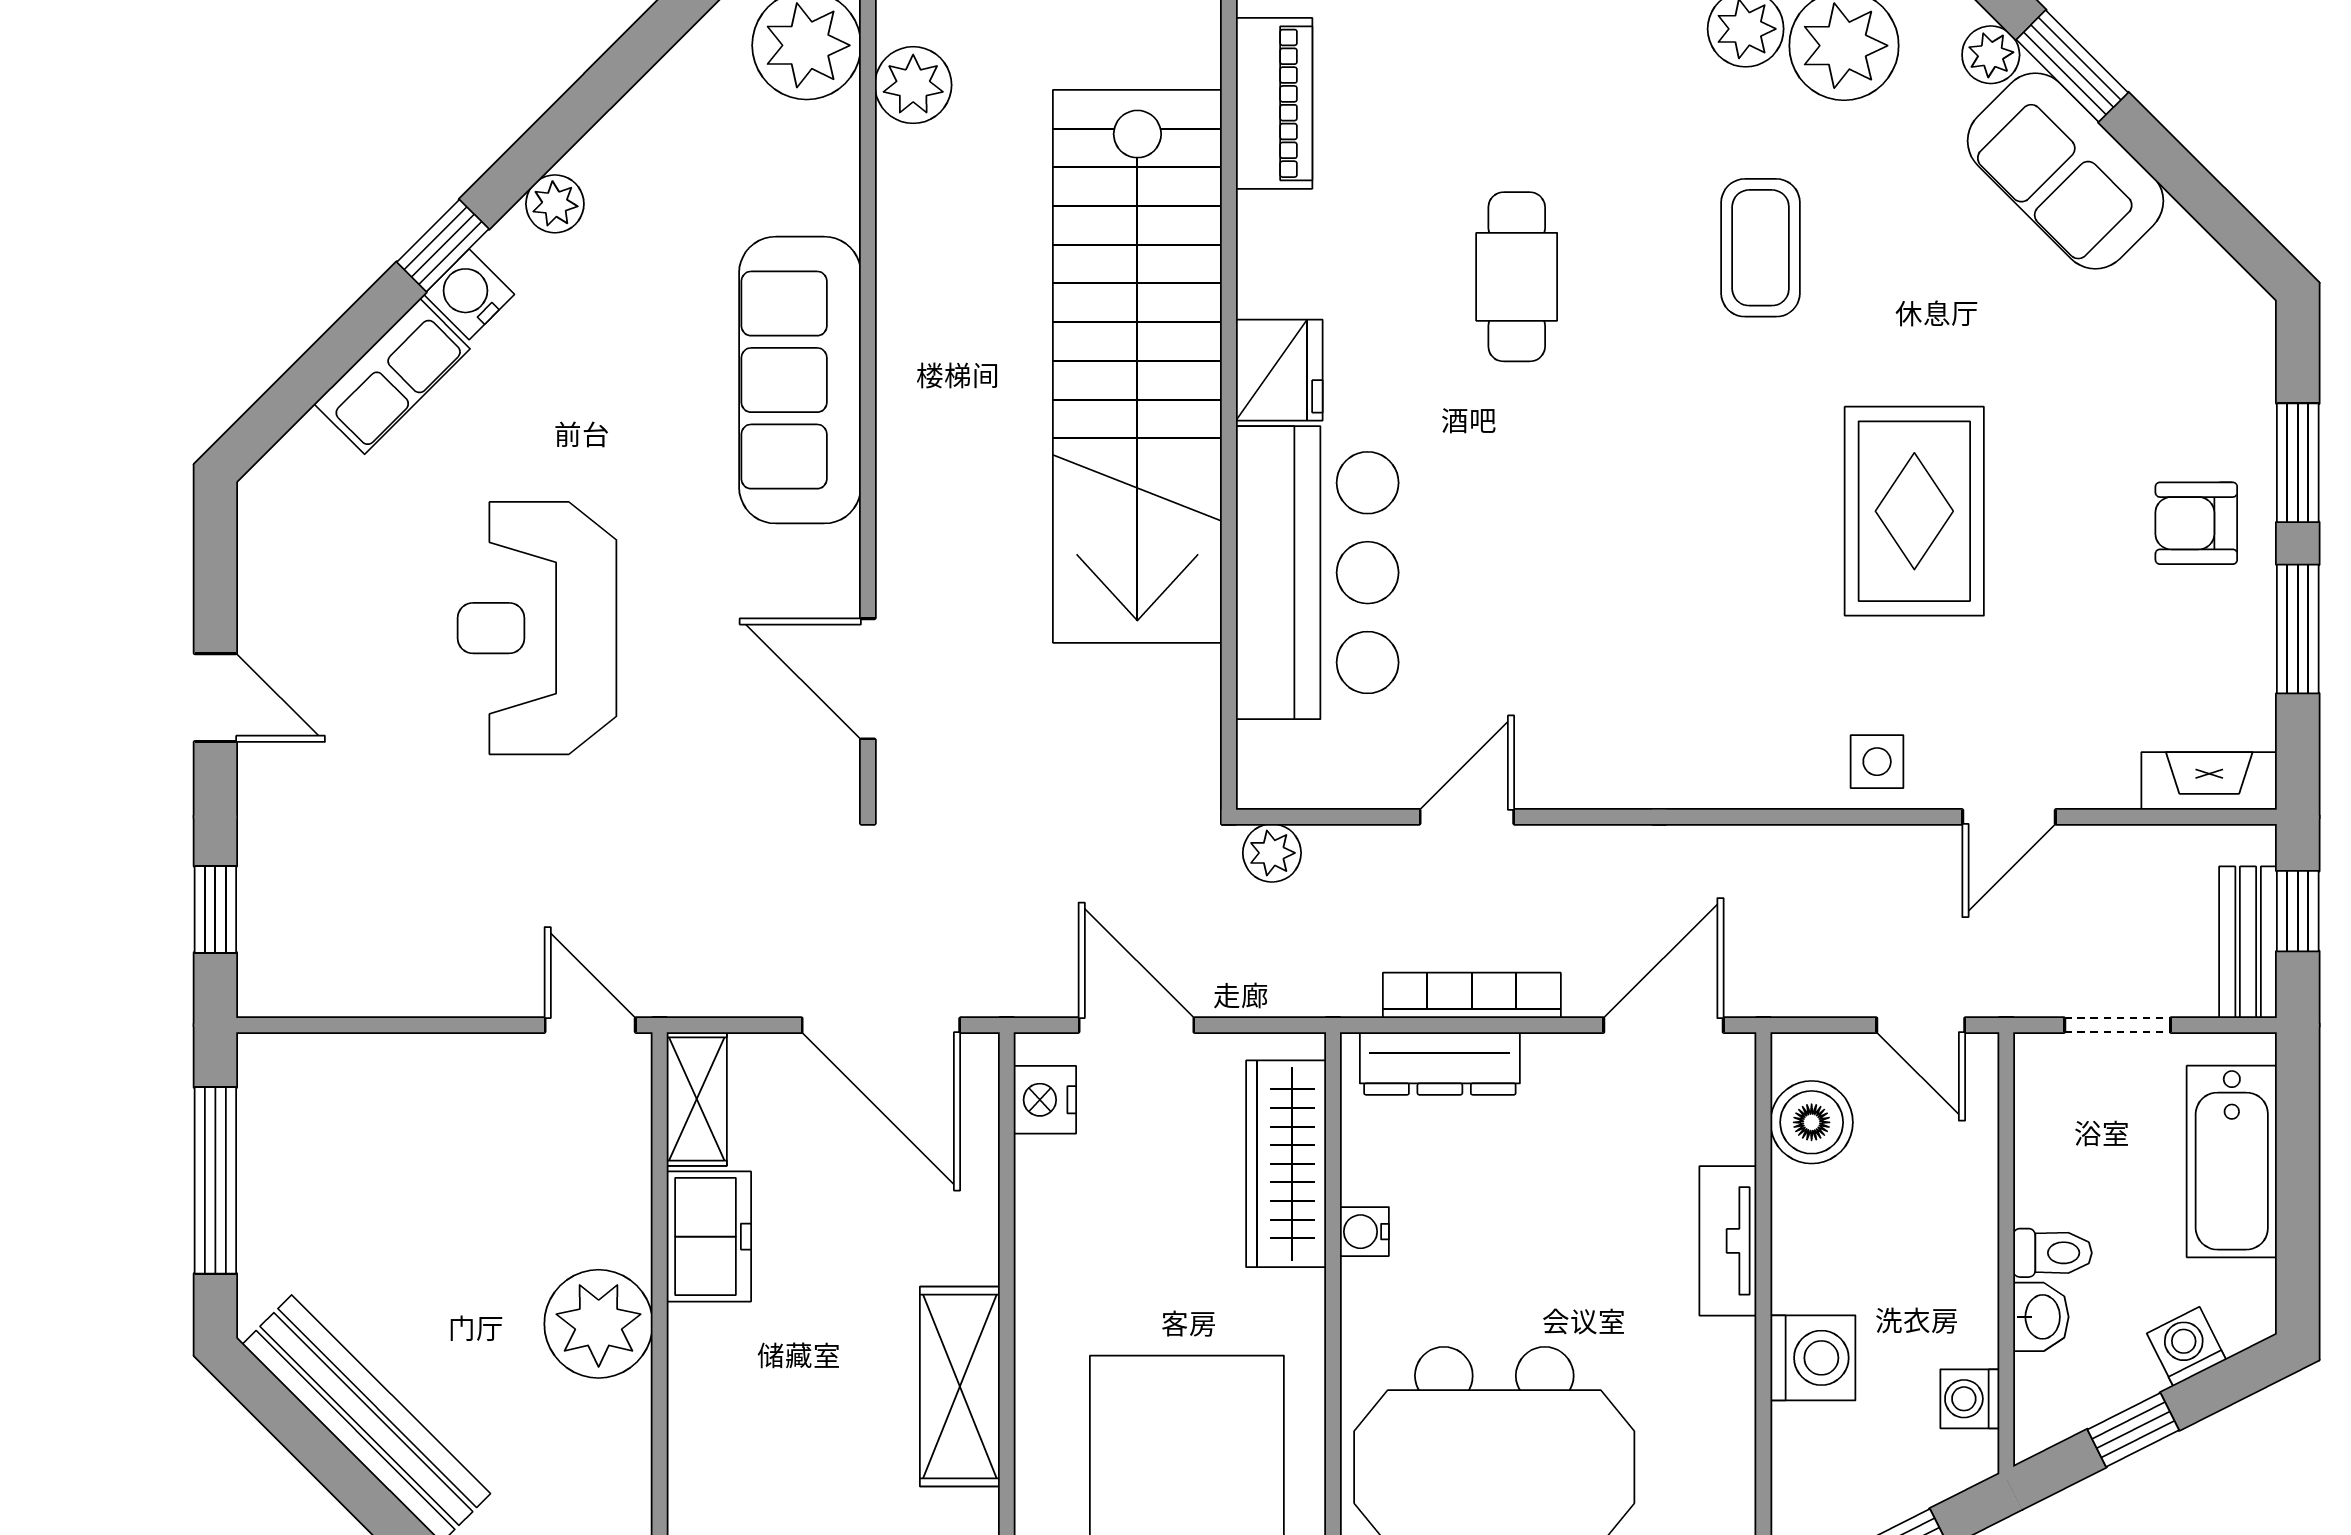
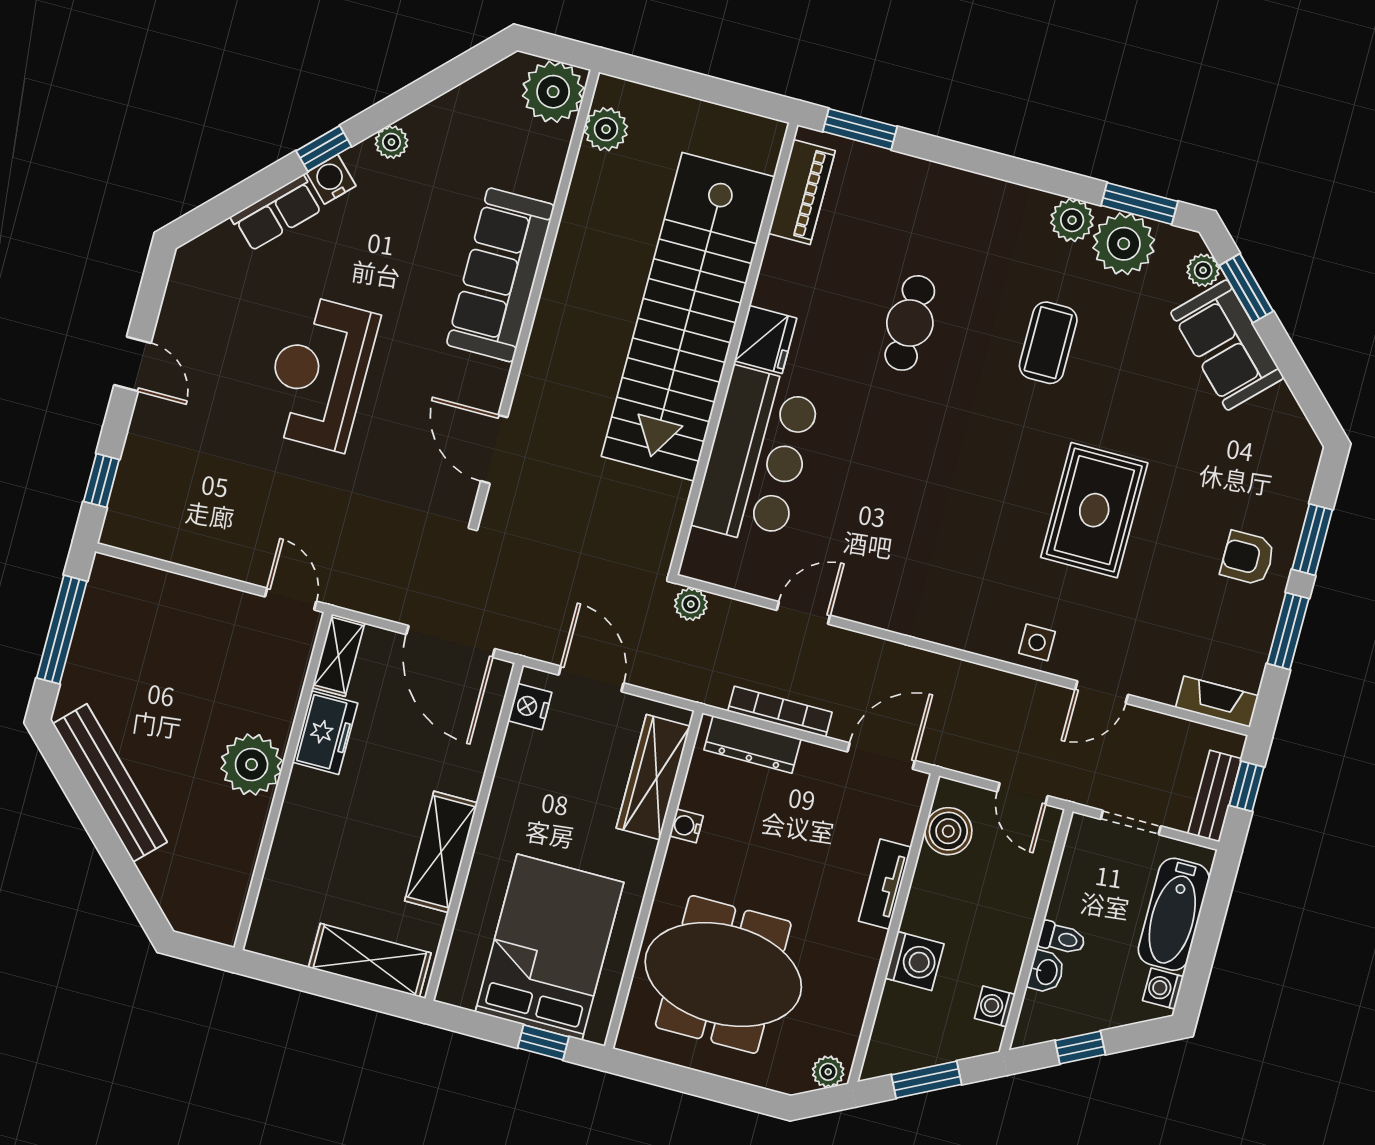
washing machine: (2186, 1347) -> (1163, 989), moved, turned -63

